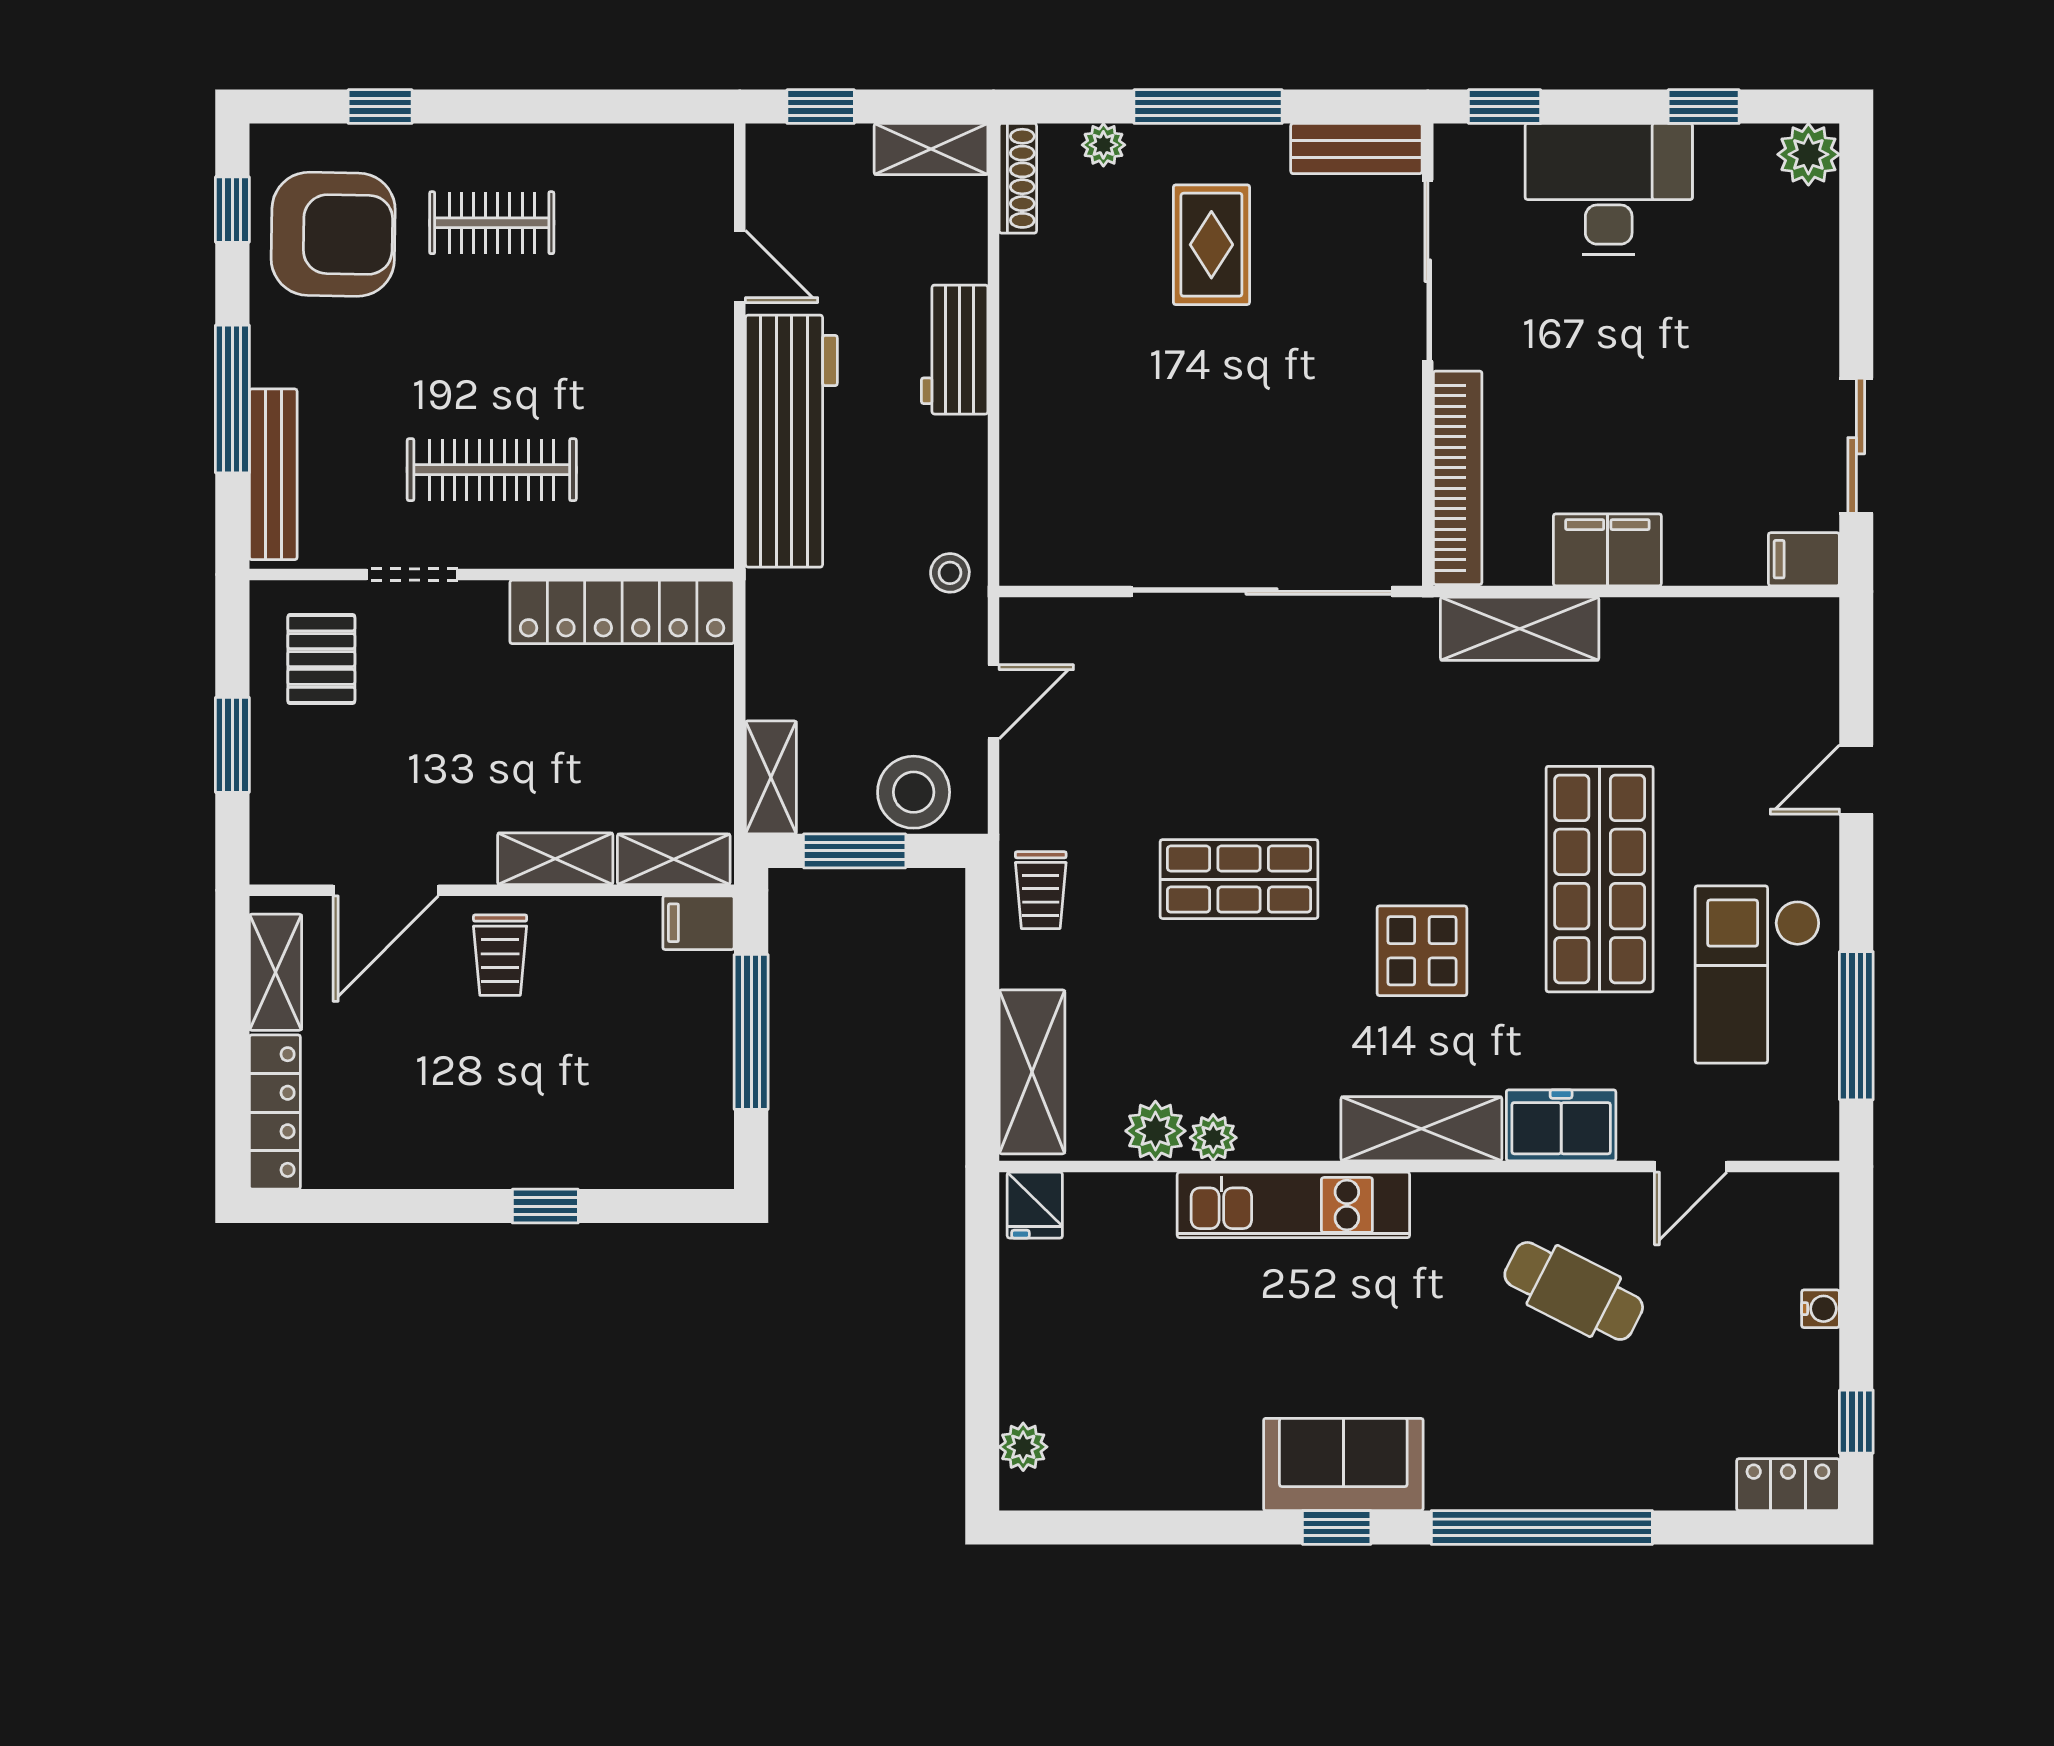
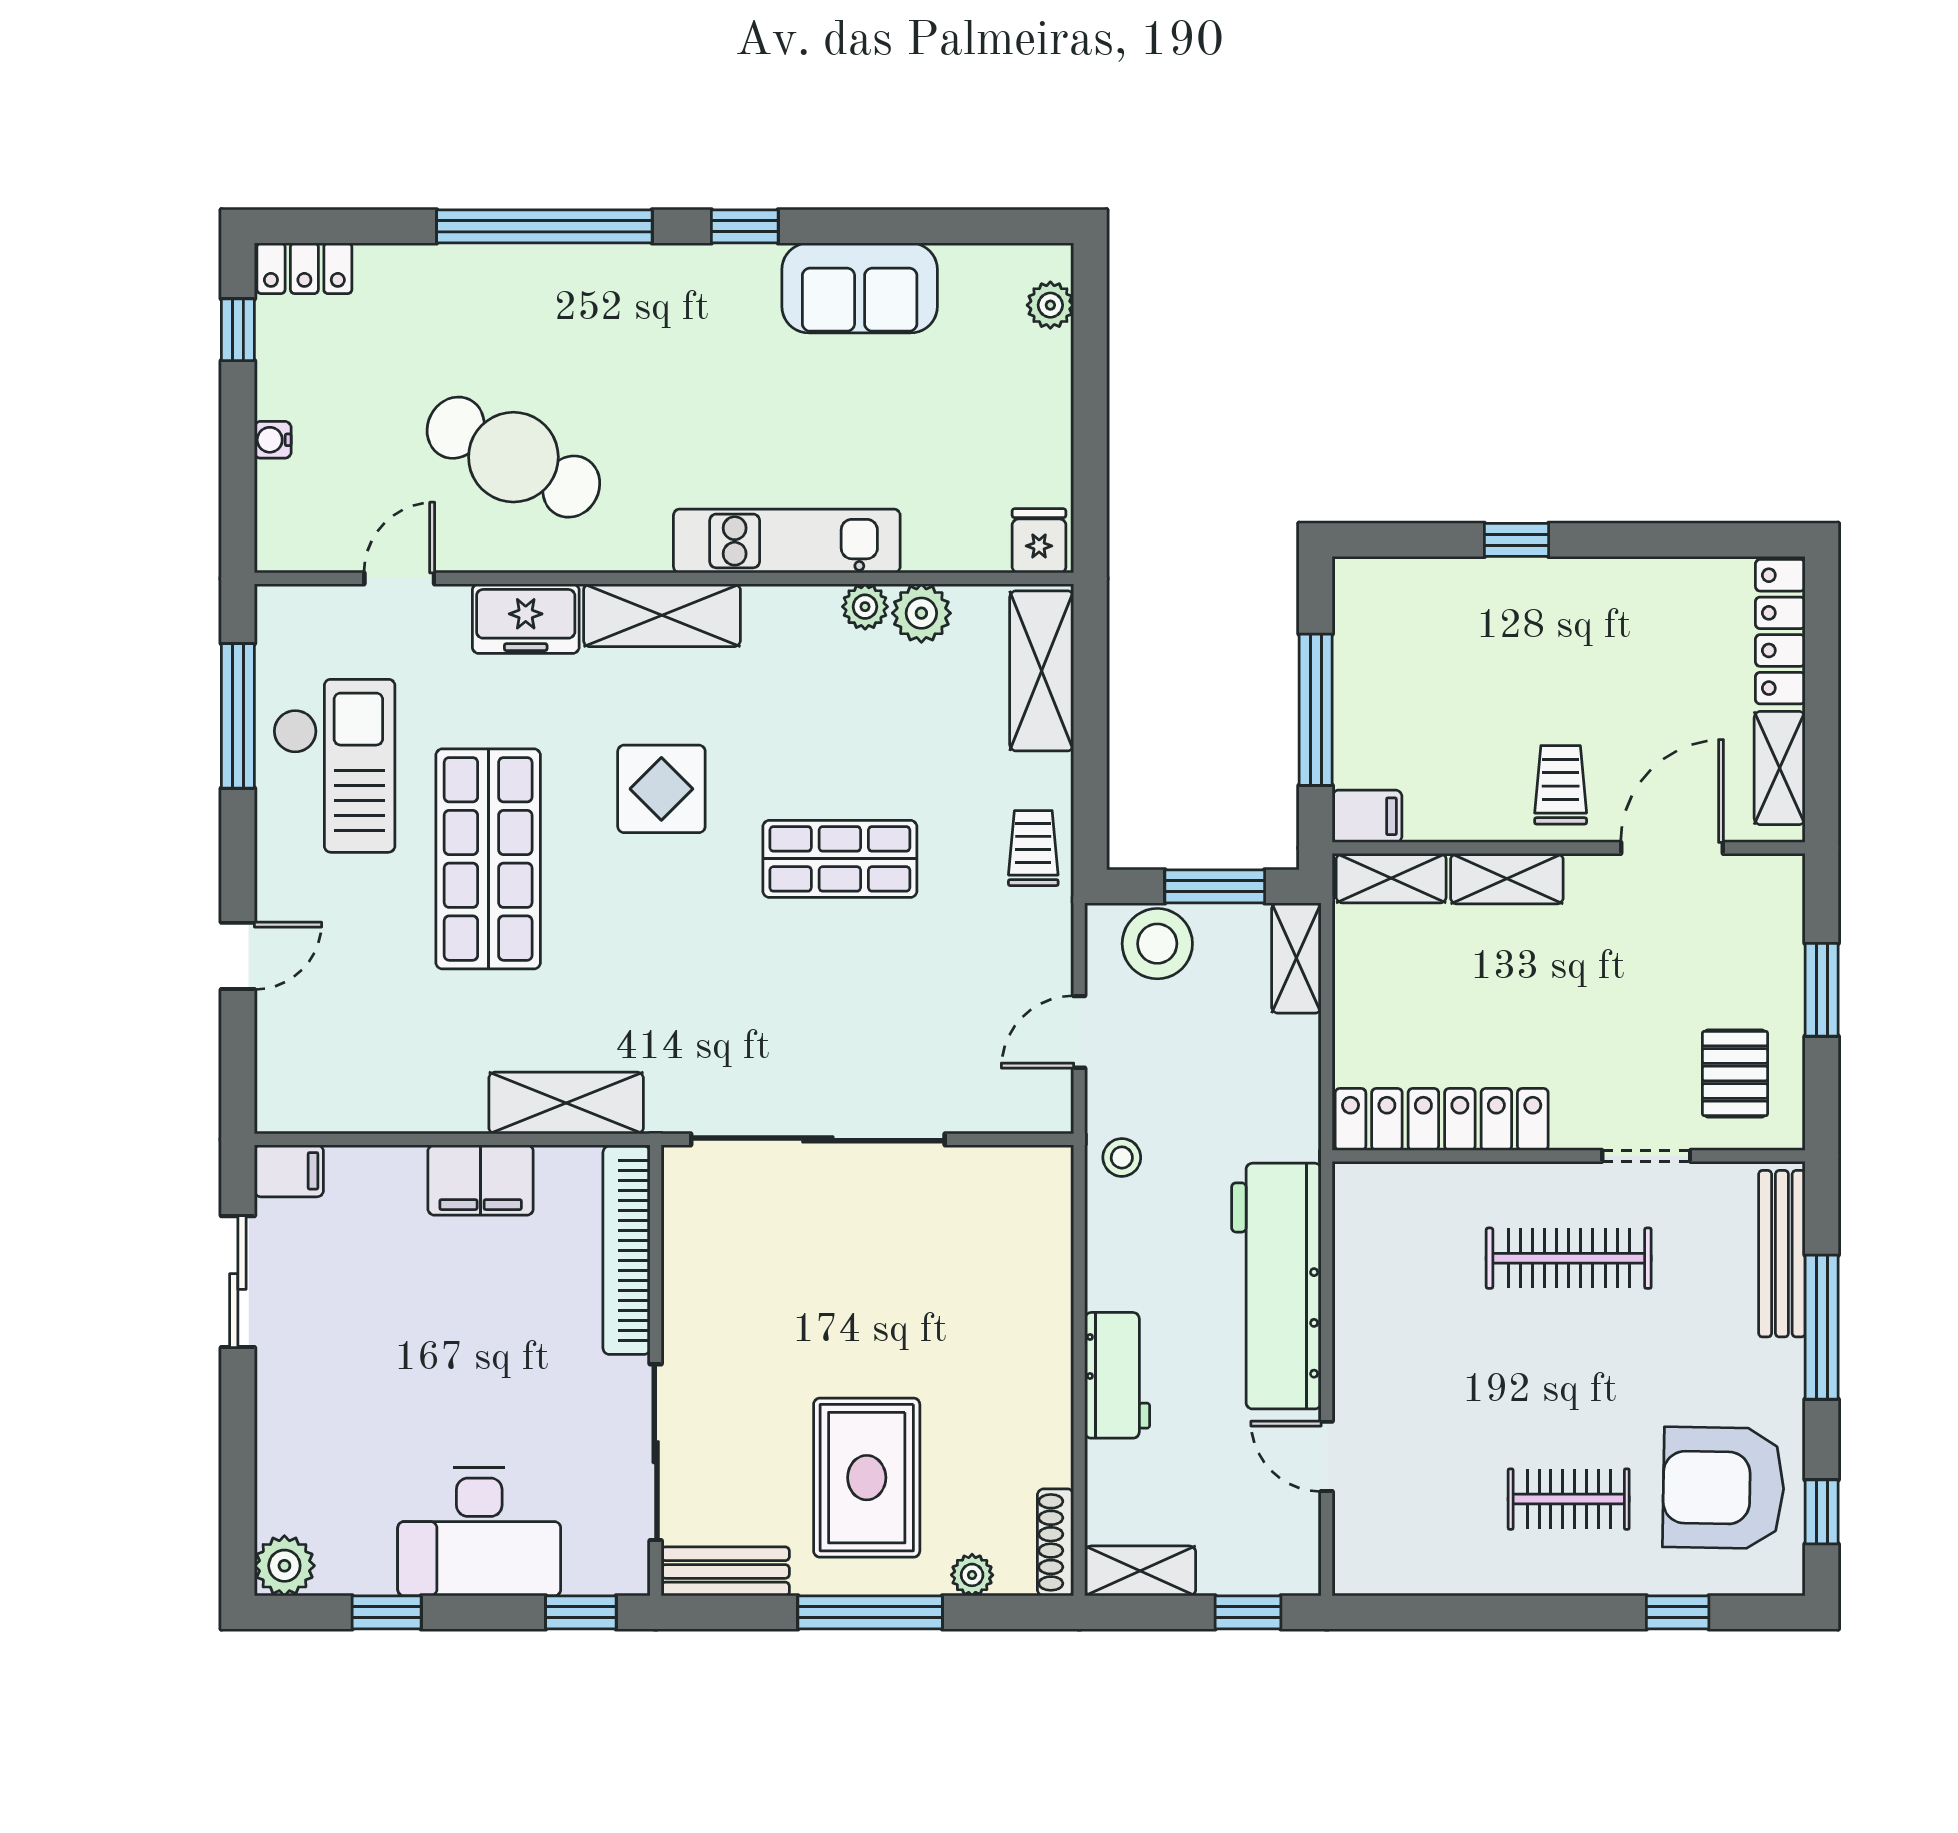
rug: (1211, 245) -> (867, 1478), width x1.36, depth x1.43
cafe table: (1574, 1291) -> (513, 457), width x1.37, depth x1.35
sofa: (1343, 1464) -> (860, 288), moved

